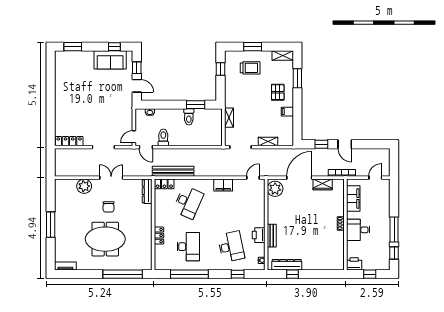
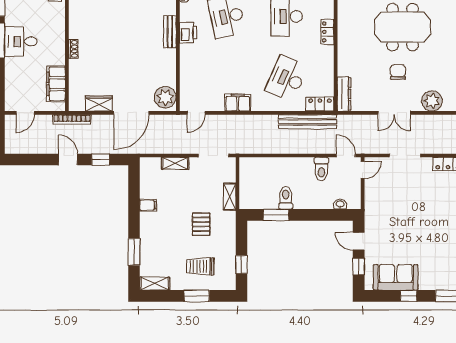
window: (114, 47) -> (409, 296), moved
pallet: (278, 92) -> (201, 224), moved
desk: (358, 230) -> (21, 41), moved, turned 180

